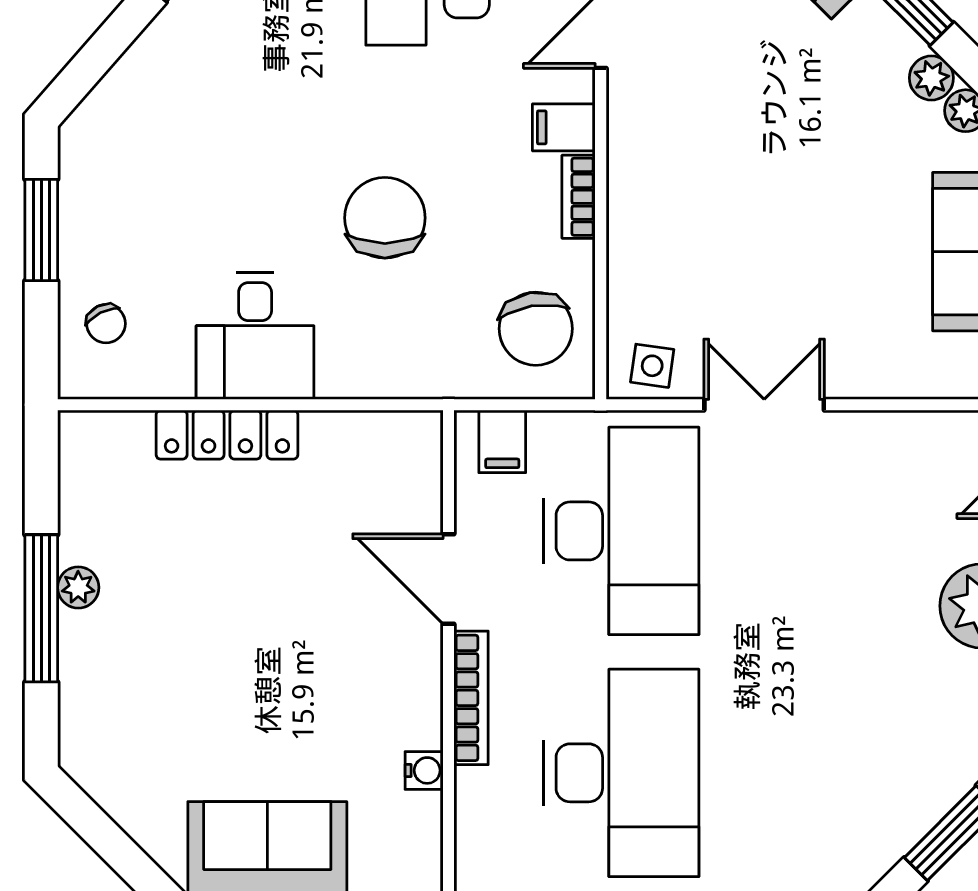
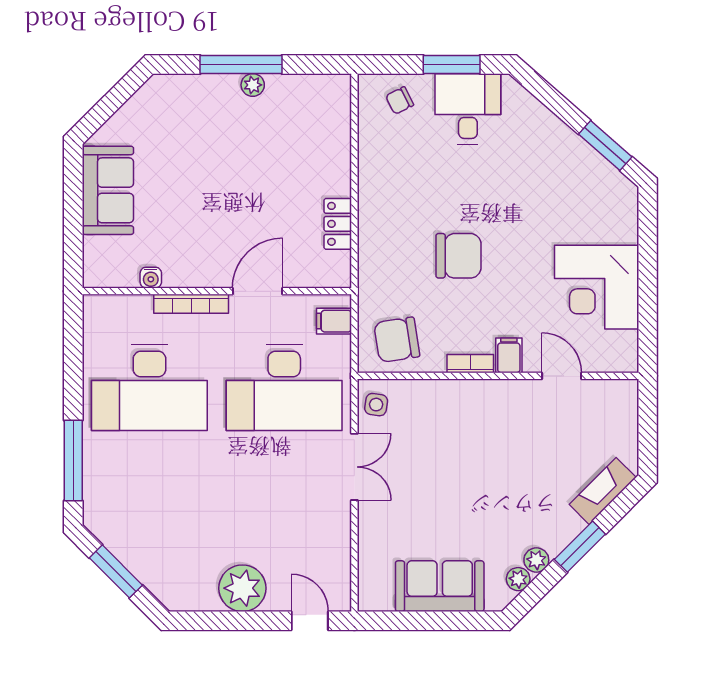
desk: (255, 336) -> (468, 109), moved, turned 90
locker: (227, 435) -> (338, 224), moved, width x0.66

